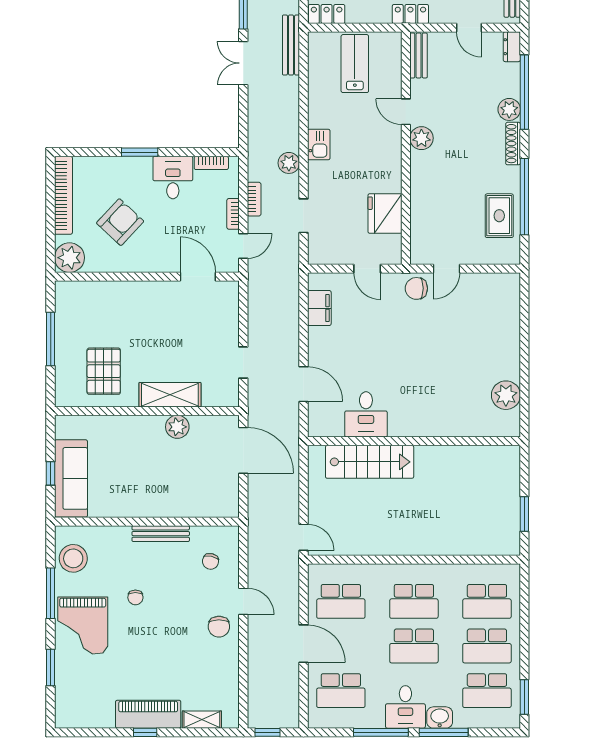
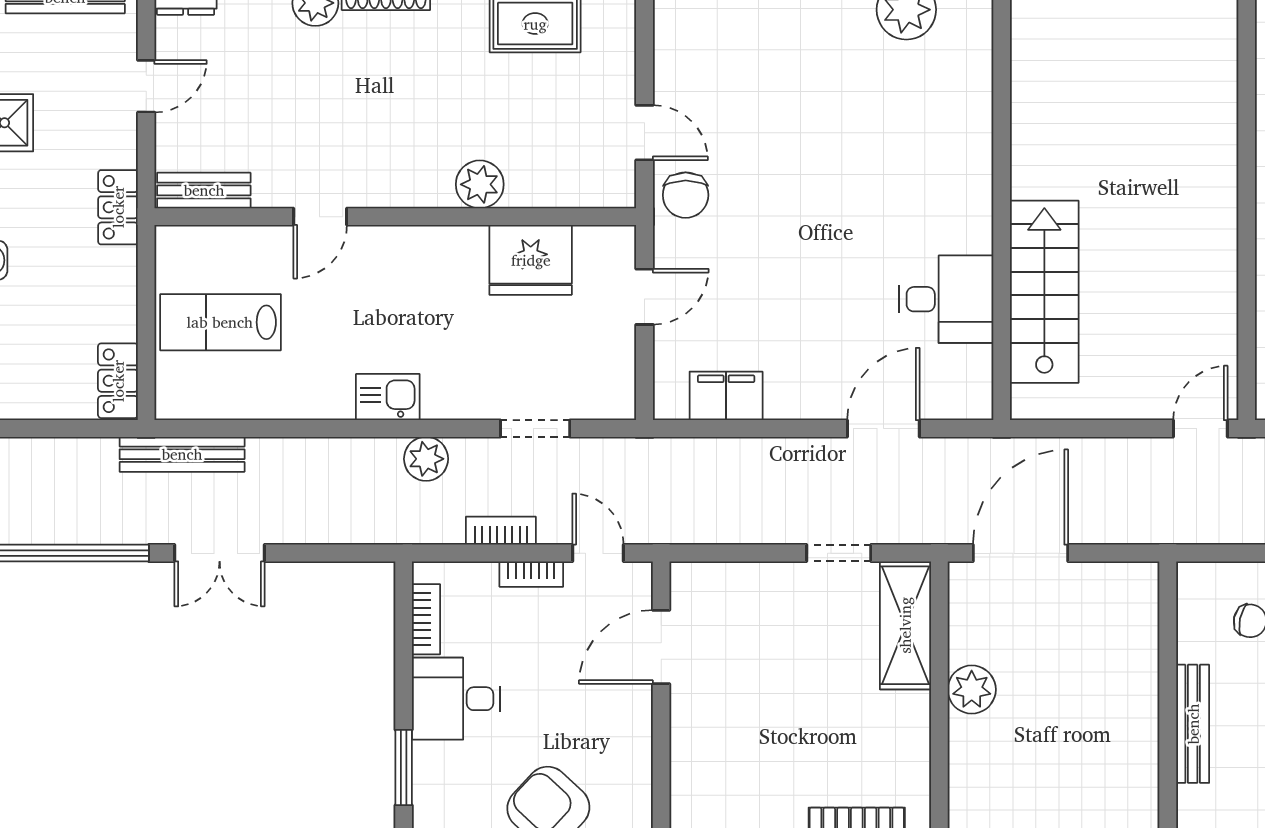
plant: (421, 138) -> (480, 184), moved
shelving: (170, 395) -> (905, 625), moved

